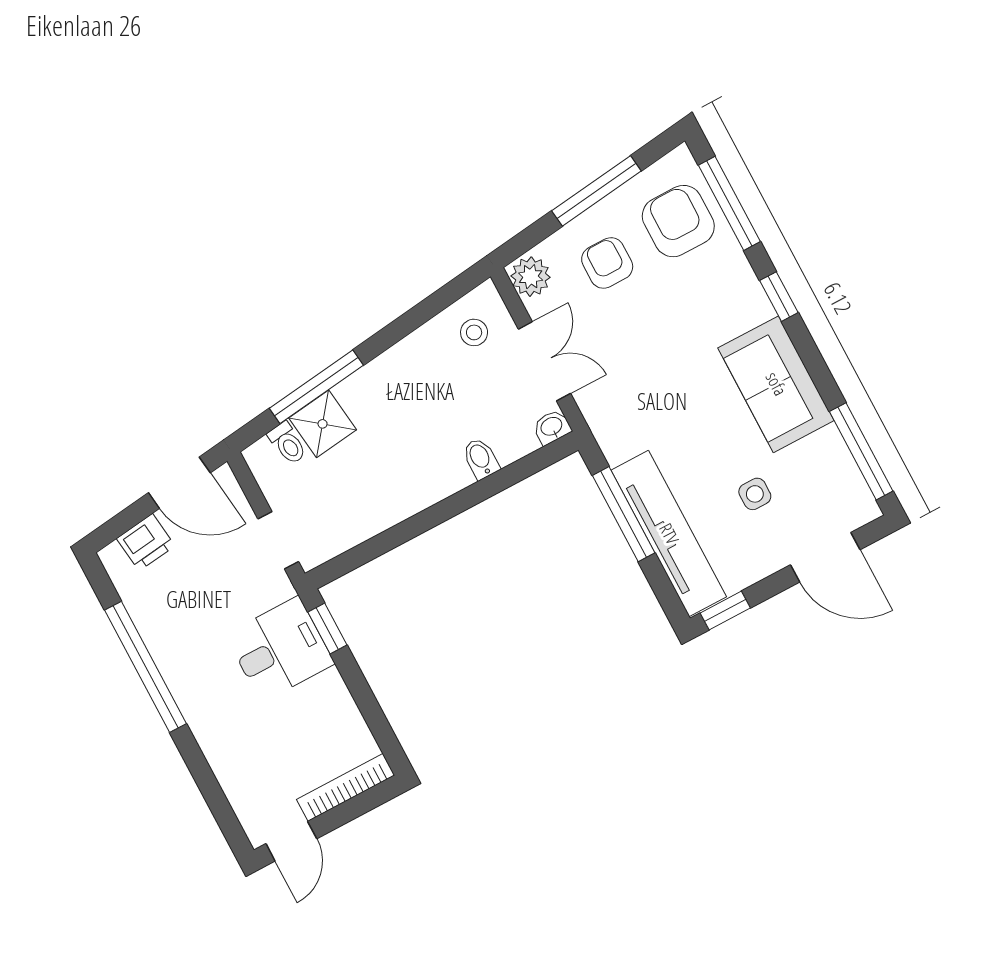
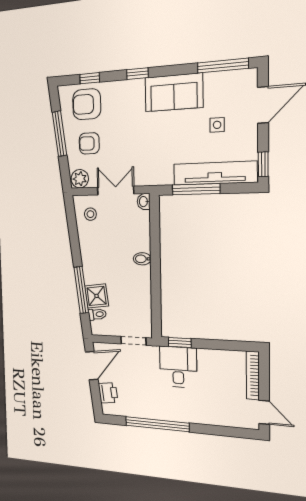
window: (729, 203) -> (90, 78), width x0.46
bidet: (481, 458) -> (142, 259), moved

